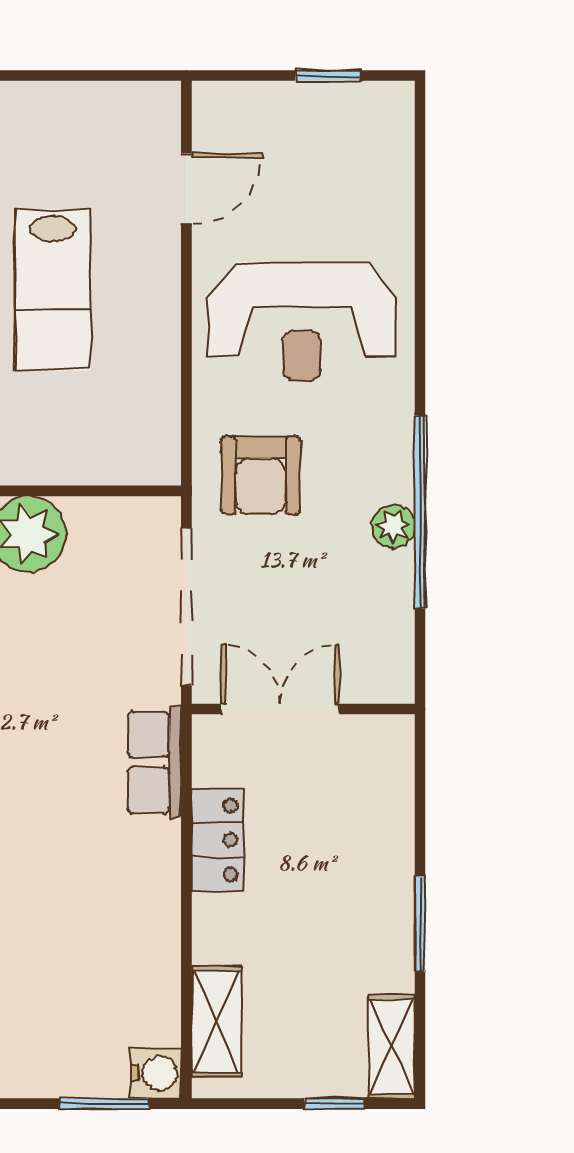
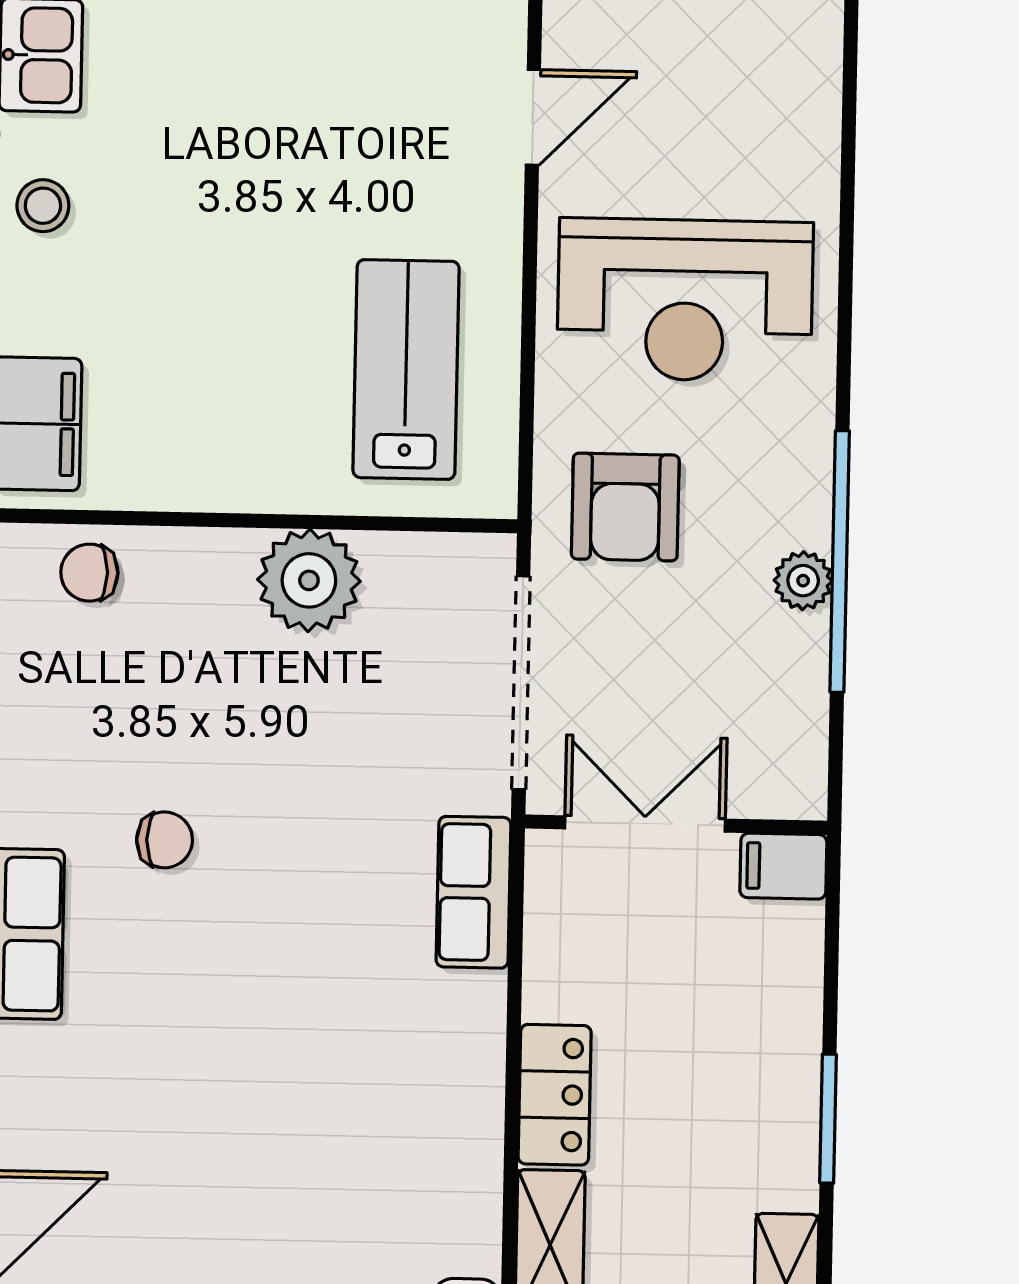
lab bench: (53, 290) -> (406, 369), moved, turned 180
filing cabinet: (383, 738) -> (783, 866), added
locker: (218, 840) -> (555, 1095), moved

